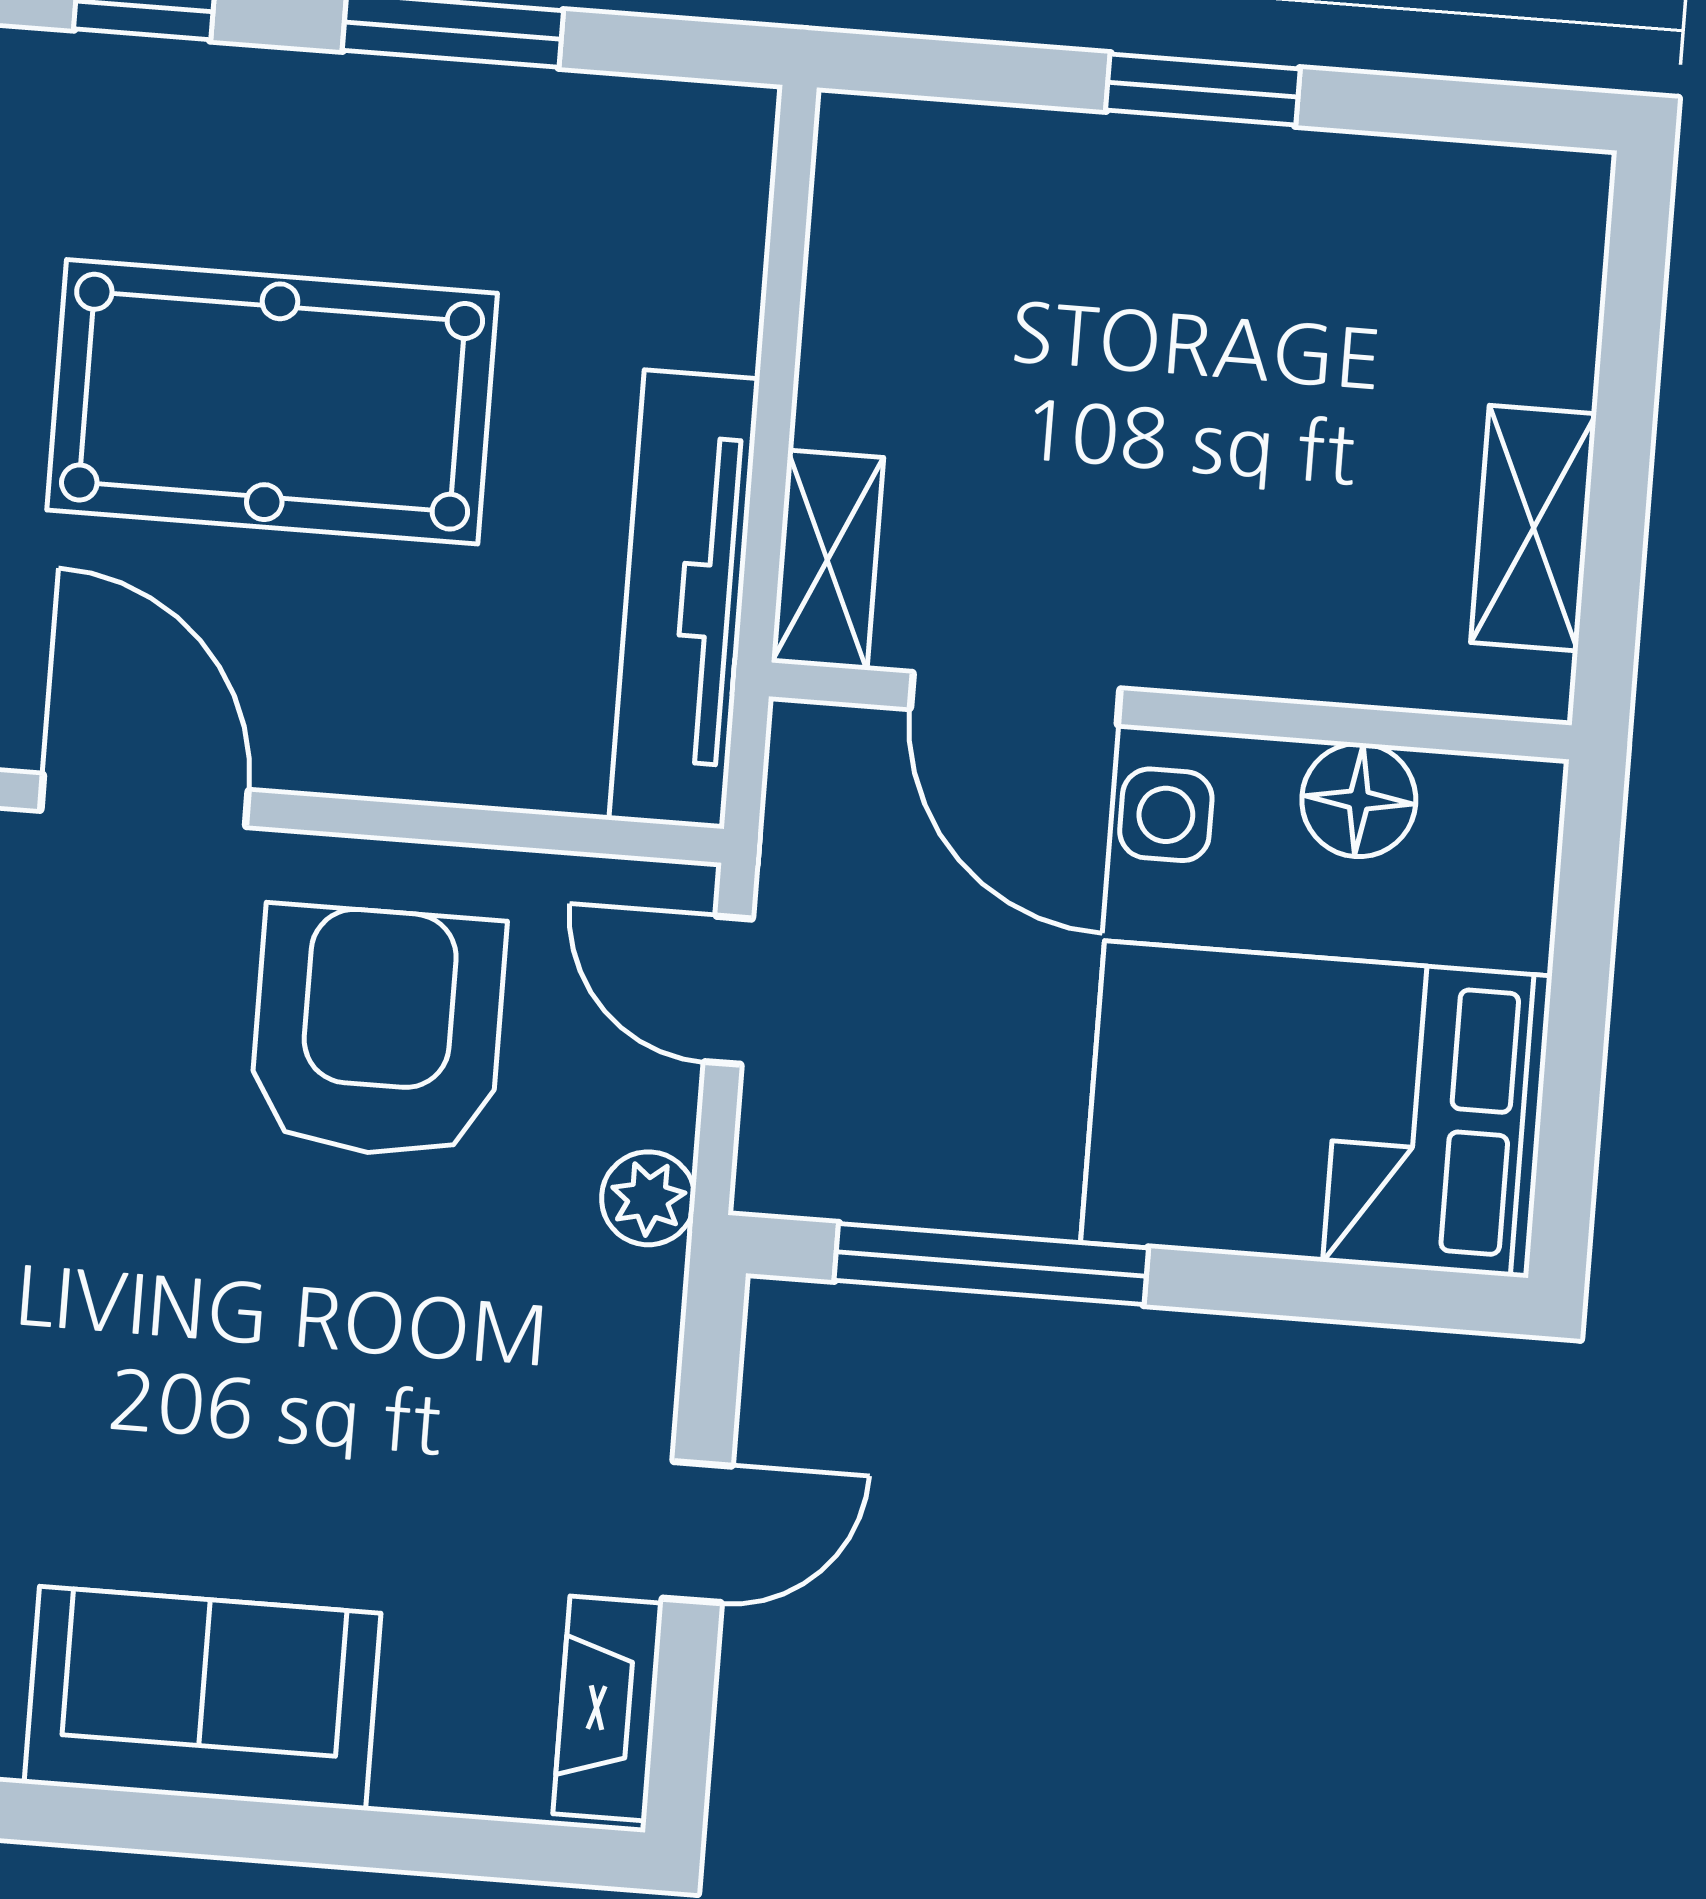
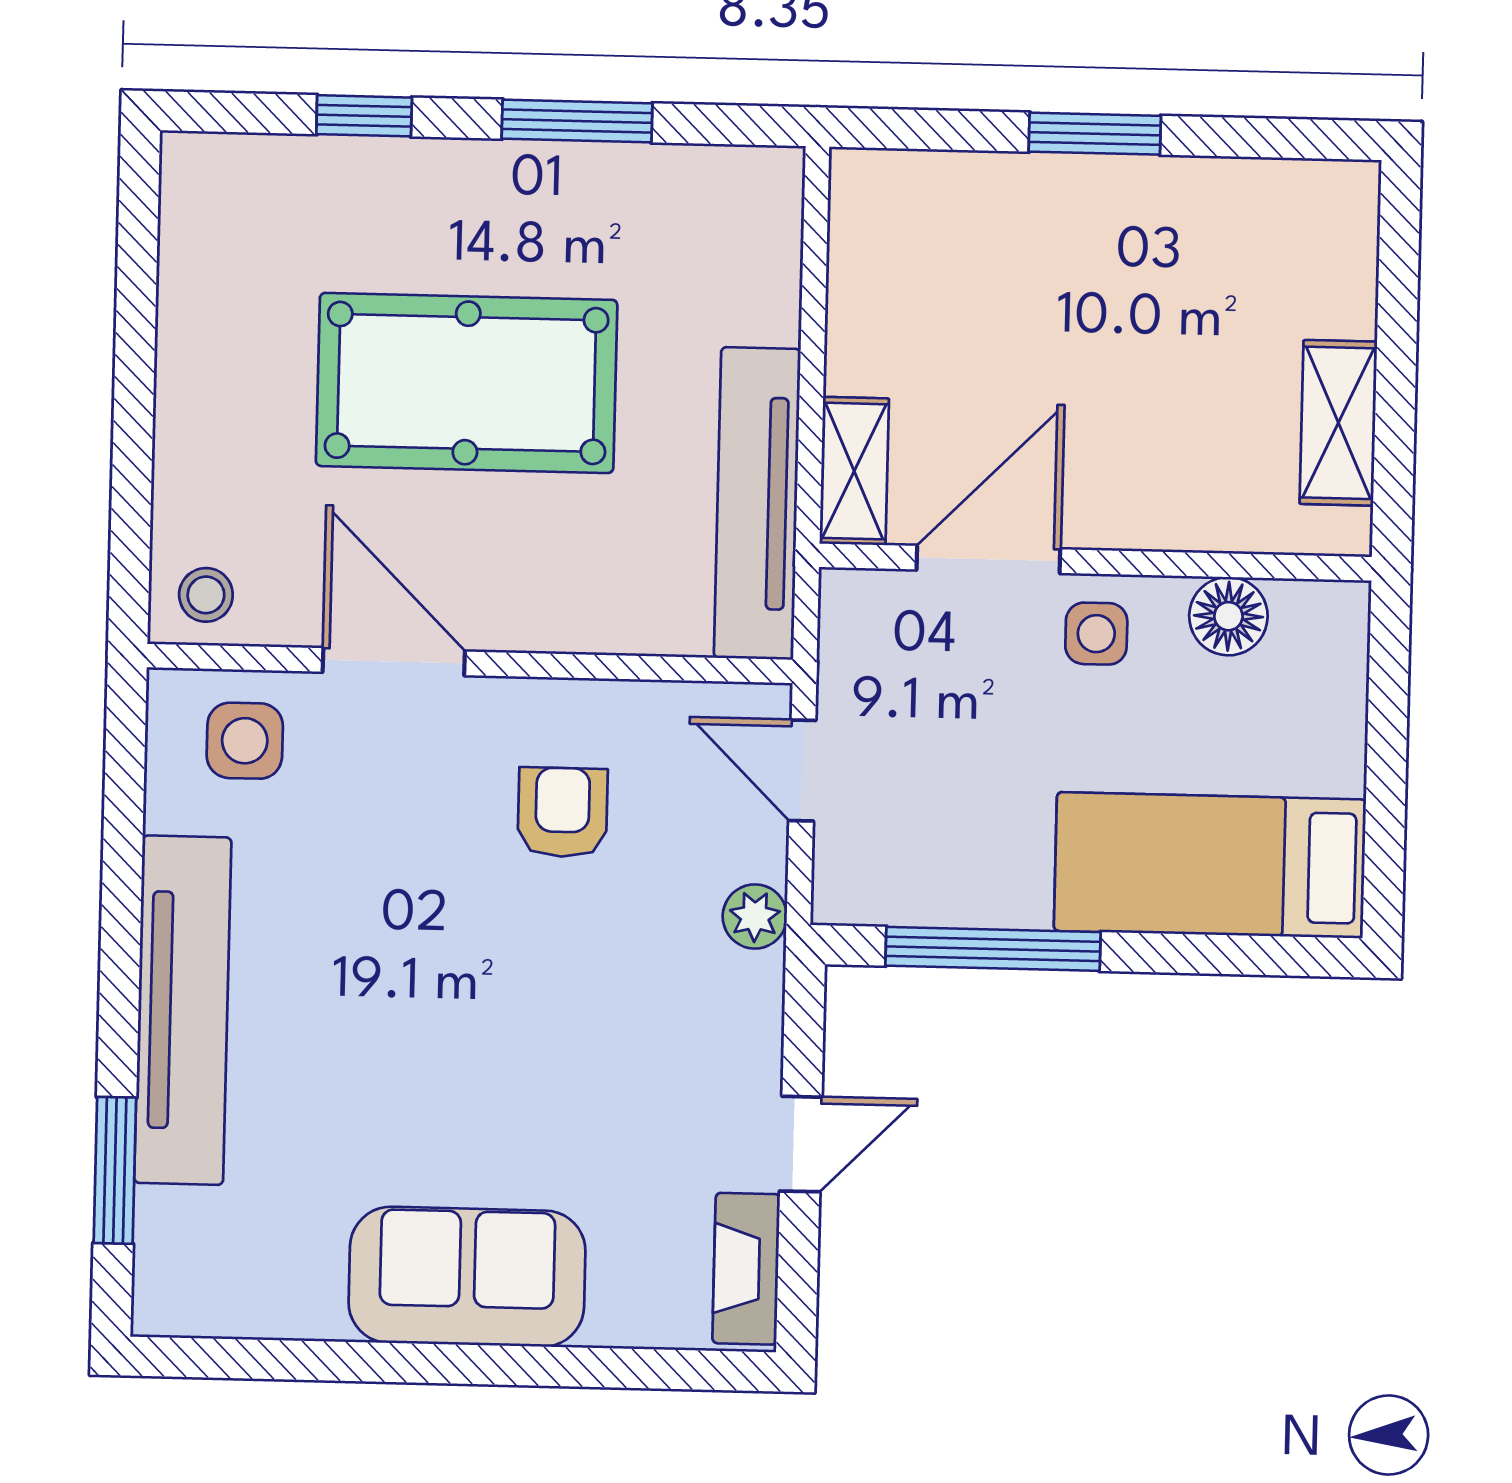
door: (1015, 699) -> (988, 559), swing flipped
armchair: (377, 1032) -> (562, 812), width x0.53, depth x0.53
bed: (1316, 1109) -> (1210, 865), width x0.67

